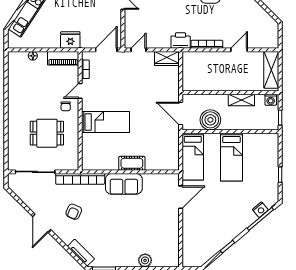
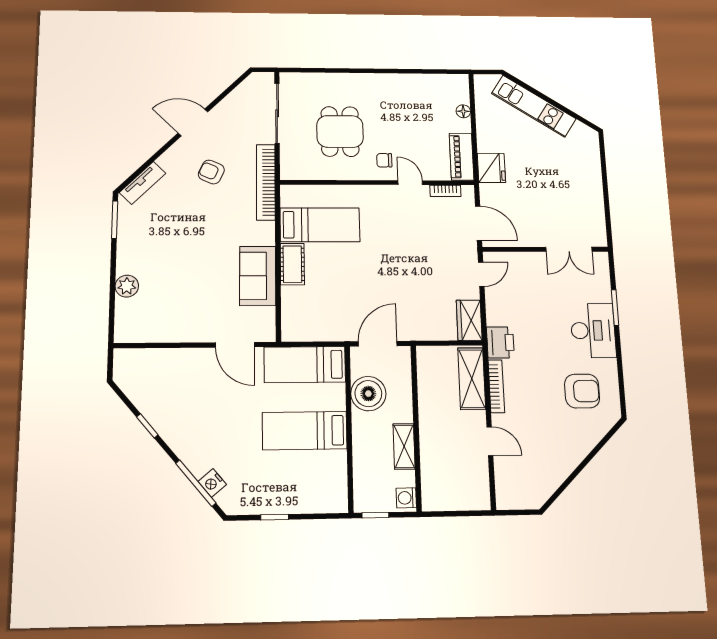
door: (139, 50) -> (481, 274), hinge flipped
shelving: (271, 70) -> (472, 379), moved, turned 90
bed: (105, 122) -> (320, 225), moved, turned -90
sofa: (124, 184) -> (258, 276), moved

